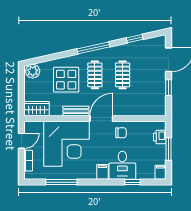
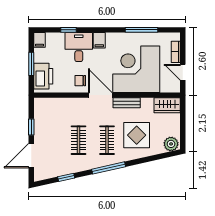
door: (101, 119) -> (100, 95), swing flipped
printer: (160, 137) -> (43, 76), width x1.87, depth x1.48
door: (21, 141) -> (183, 72), hinge flipped

